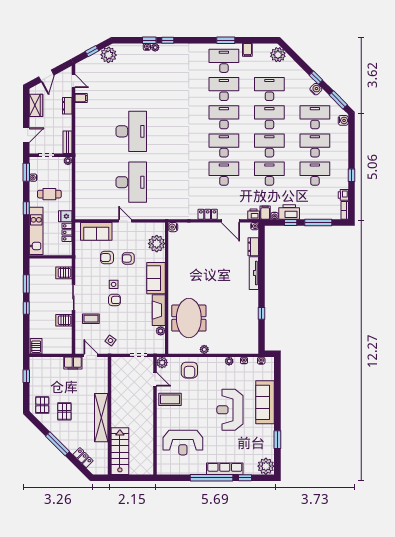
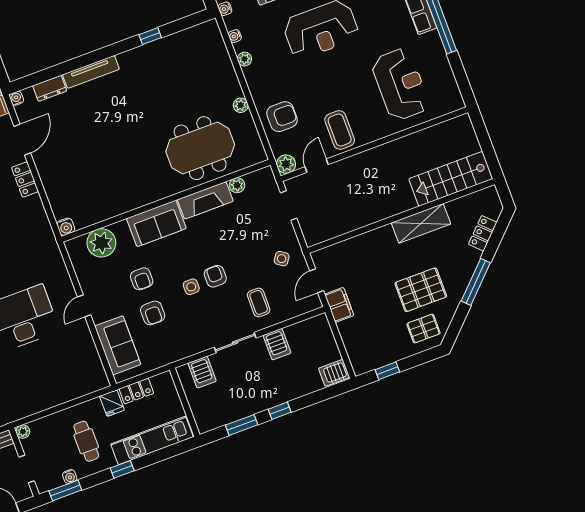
pallet: (64, 411) -> (421, 290), width x1.50, depth x1.42
shelving: (101, 418) -> (421, 223), width x0.68

